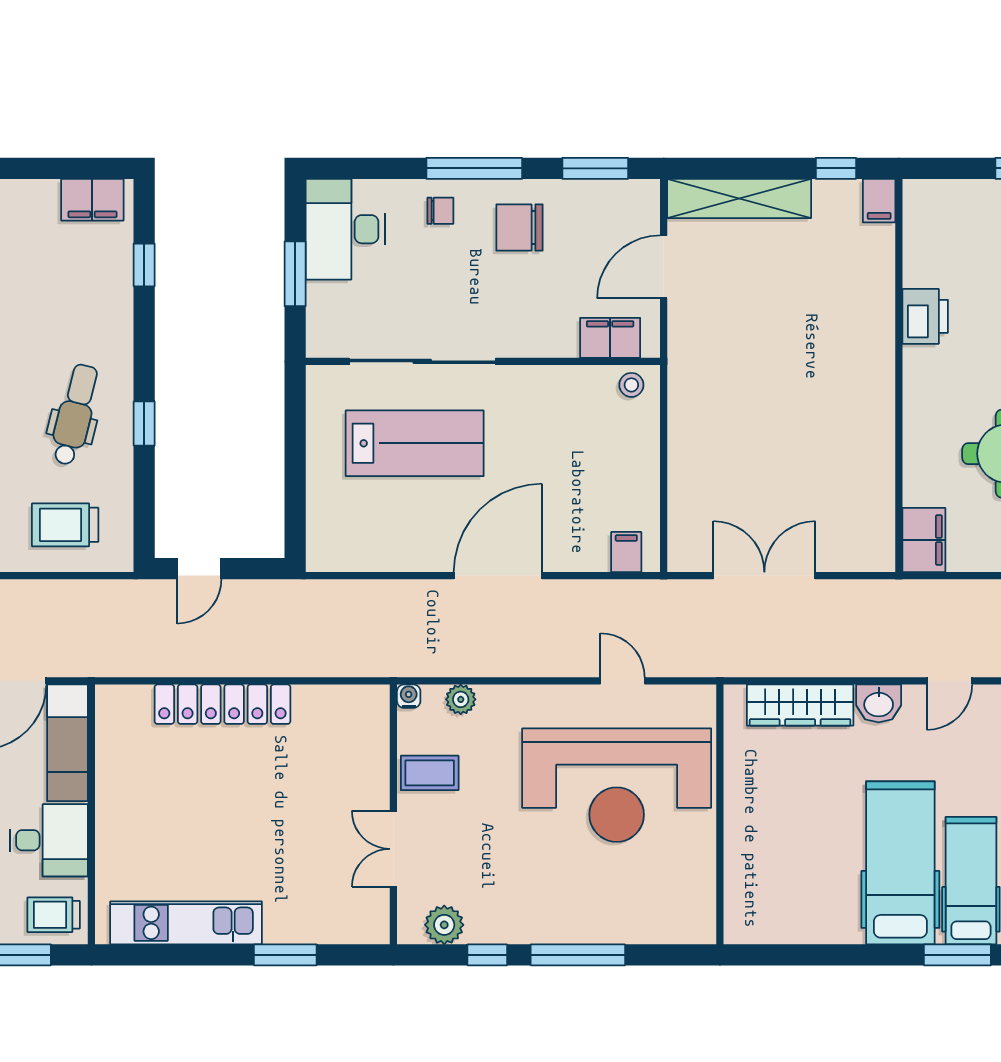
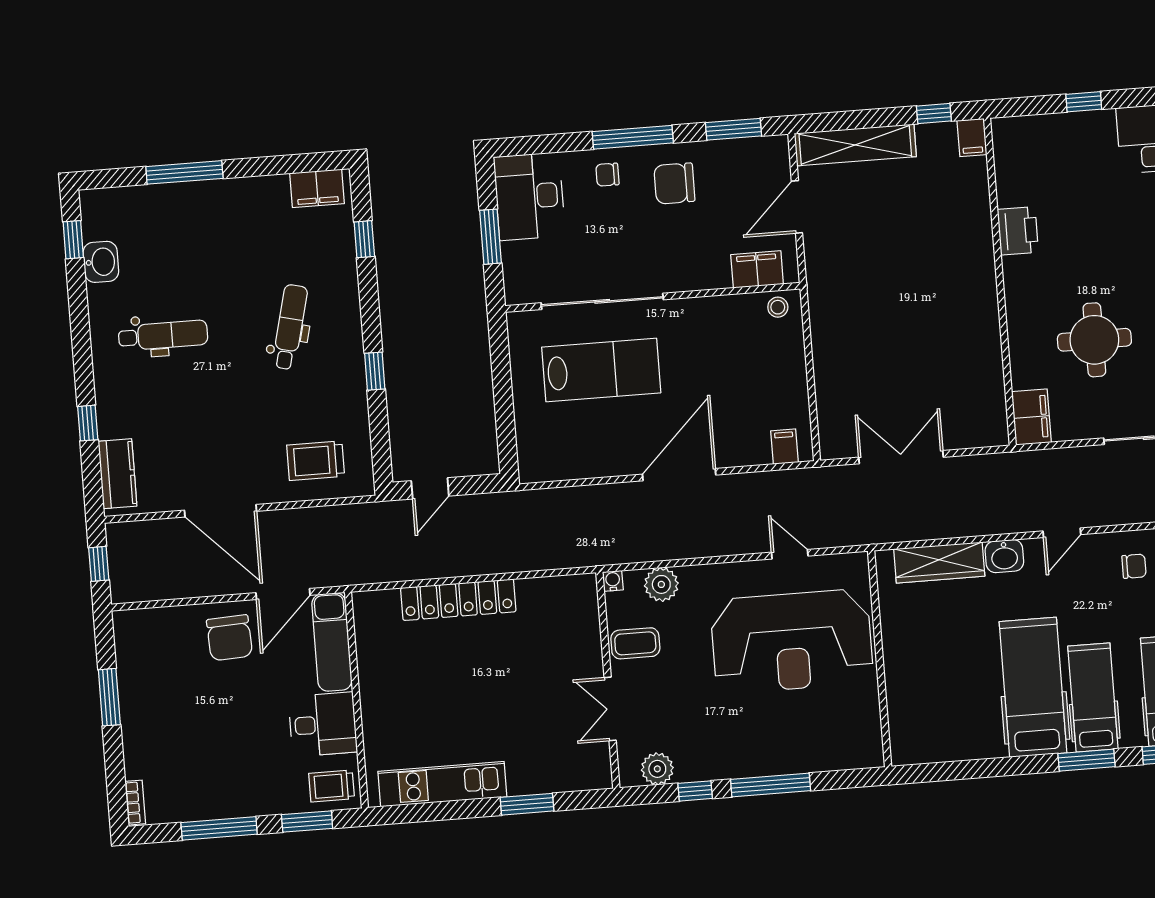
chair: (440, 211) -> (607, 175), turned 180
dental chair: (75, 415) -> (290, 327), moved
plant: (461, 699) -> (661, 584), width x1.38, depth x1.38

